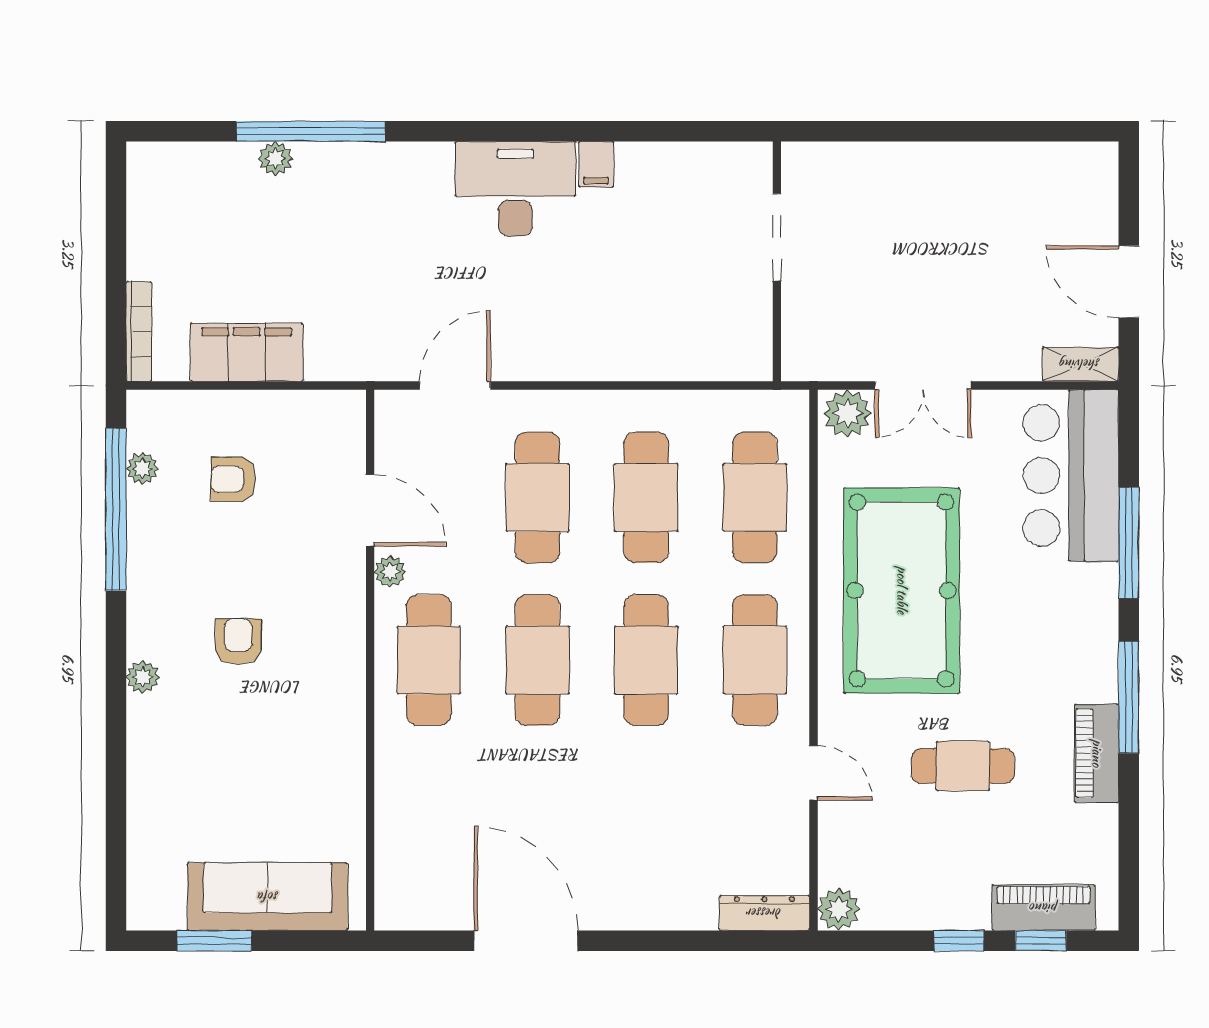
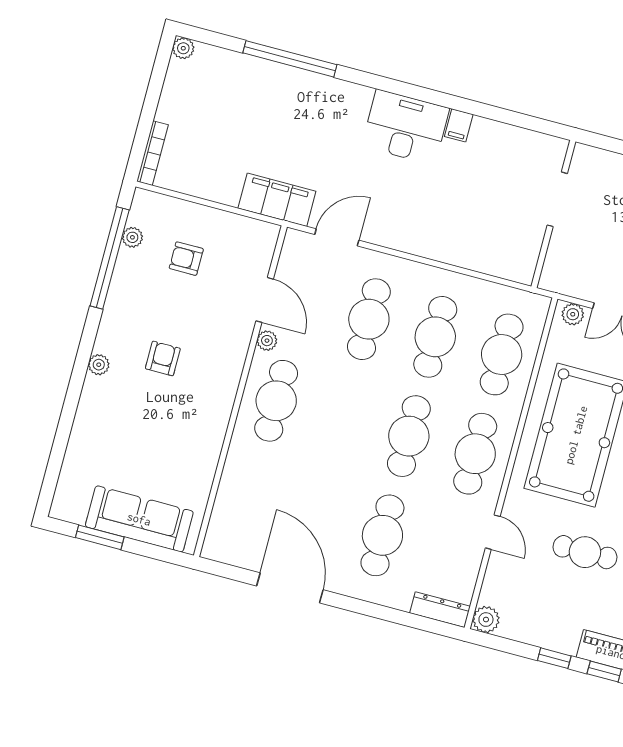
plant: (275, 159) -> (183, 48), moved
filing cabinet: (247, 352) -> (277, 200), moved
plant: (847, 413) -> (573, 314), width x0.73, depth x0.73
cafe table: (537, 660) -> (382, 535), moved

